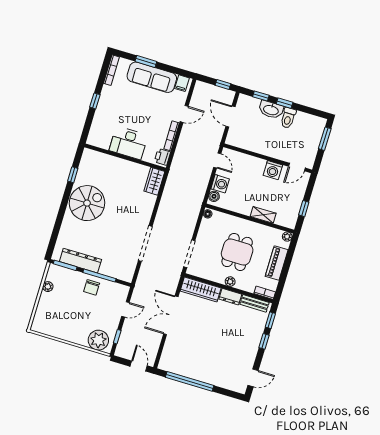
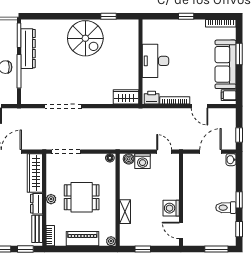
window: (261, 96) -> (239, 229), moved
washbasin: (271, 110) -> (231, 160), moved, width x0.52, depth x0.69
door: (217, 160) -> (164, 152), swing flipped

